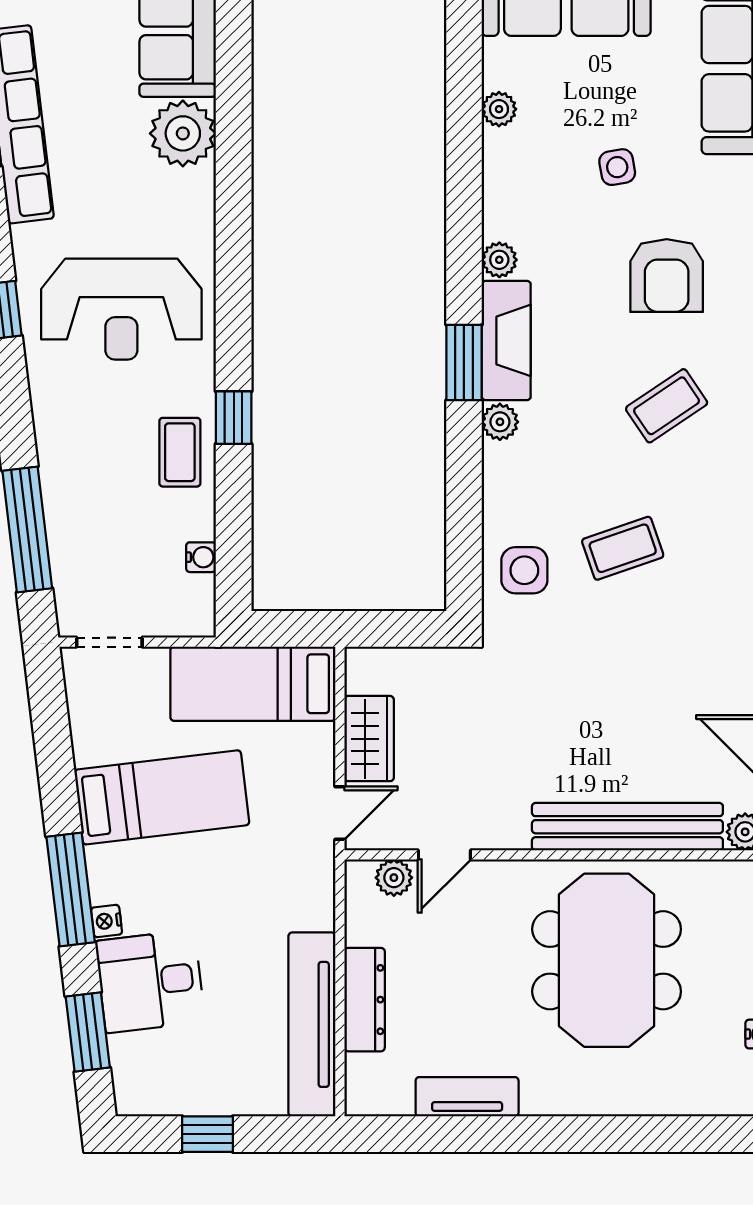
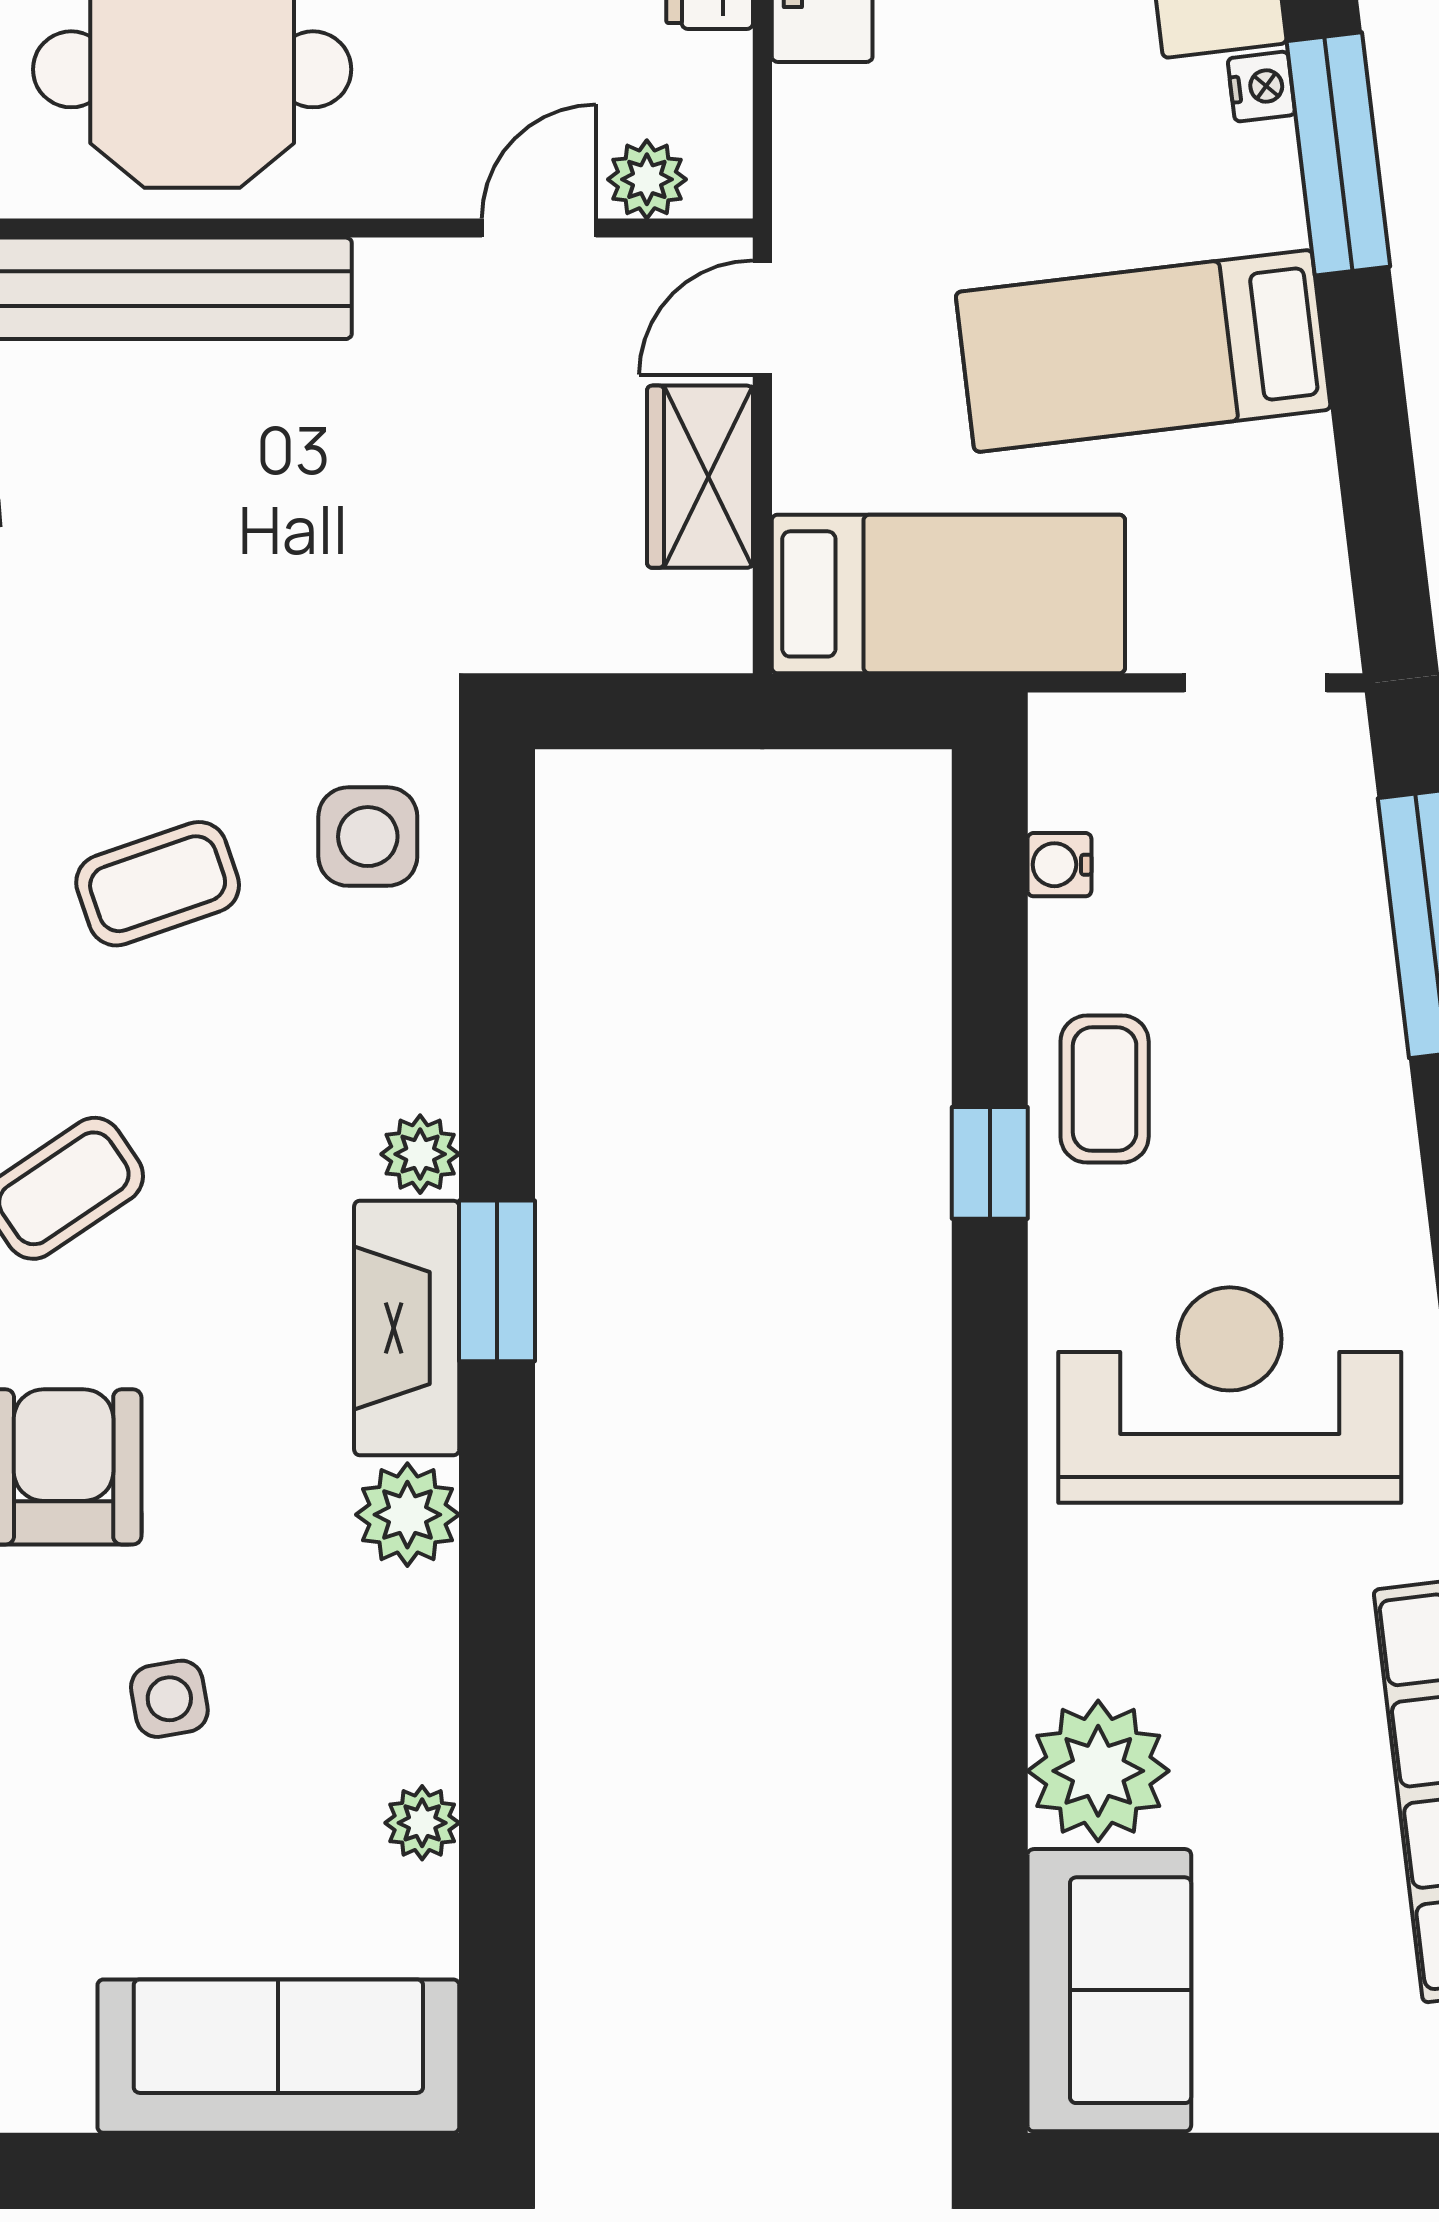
plant: (499, 260) -> (407, 1515), width x1.38, depth x1.38

